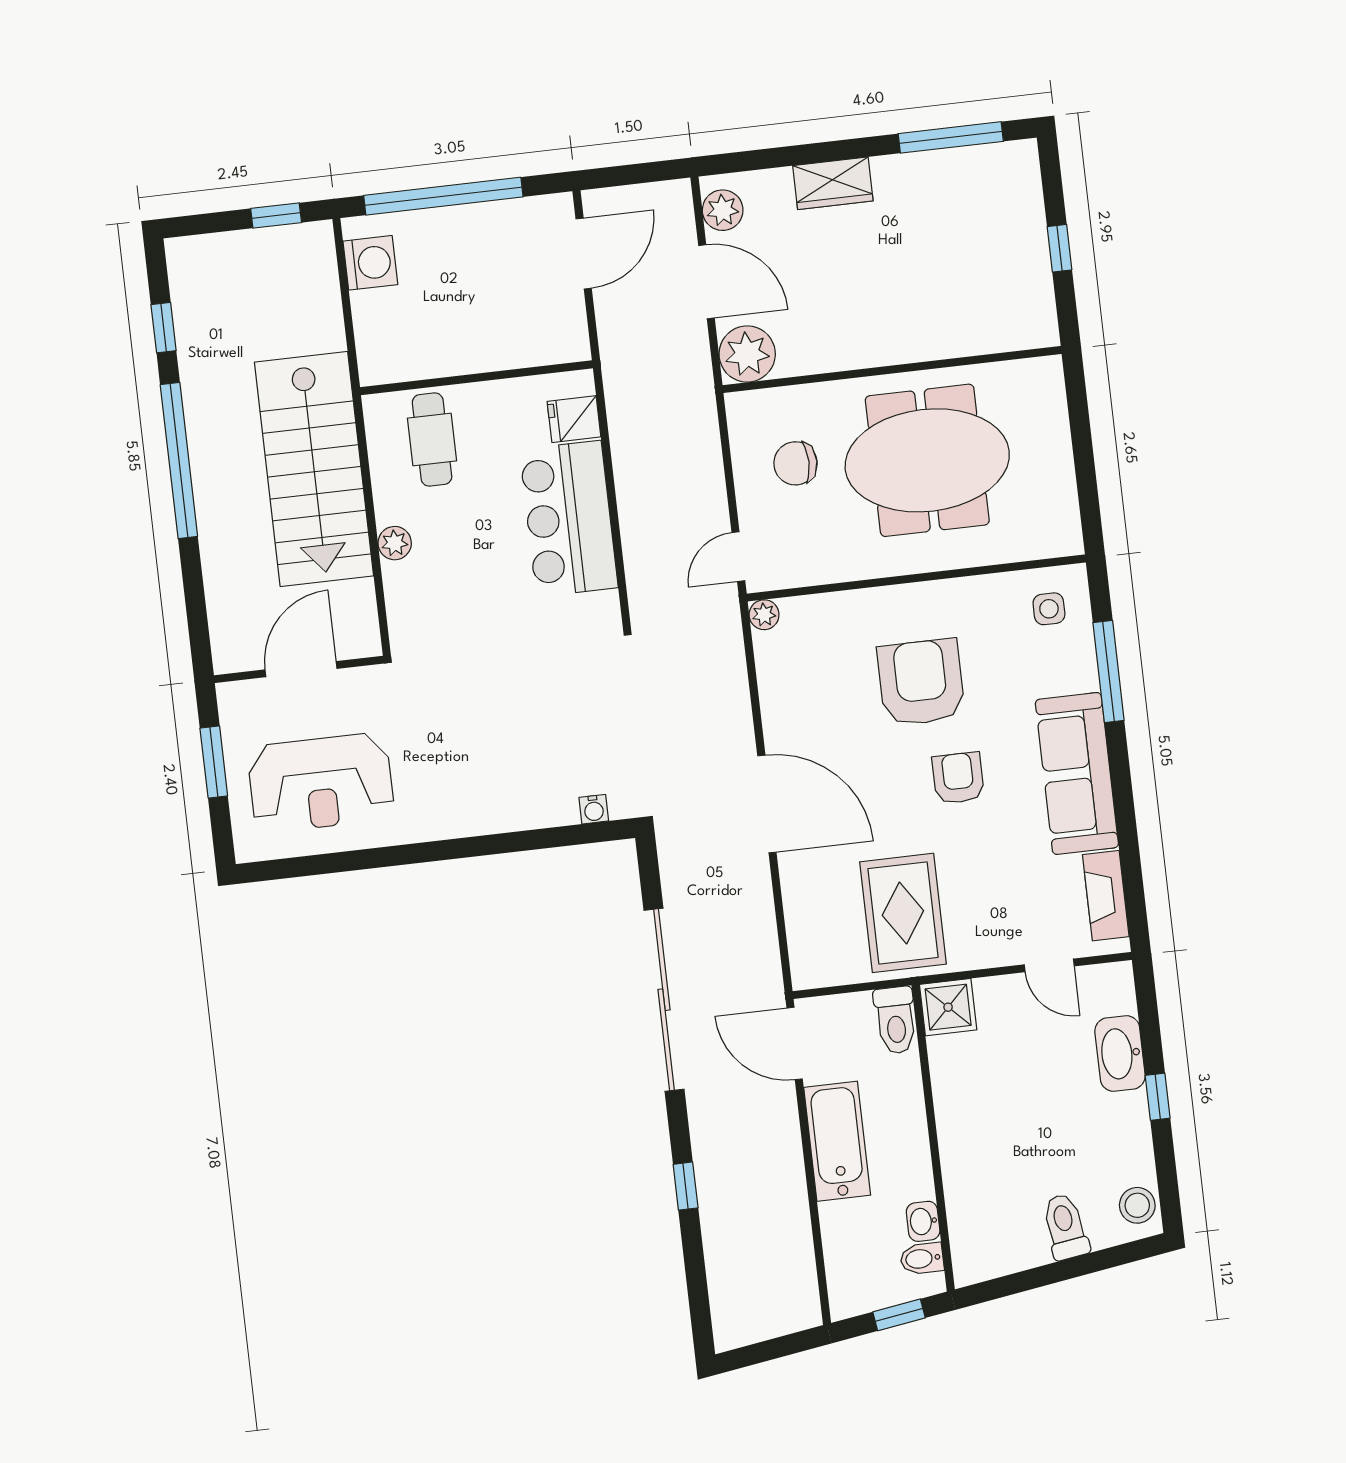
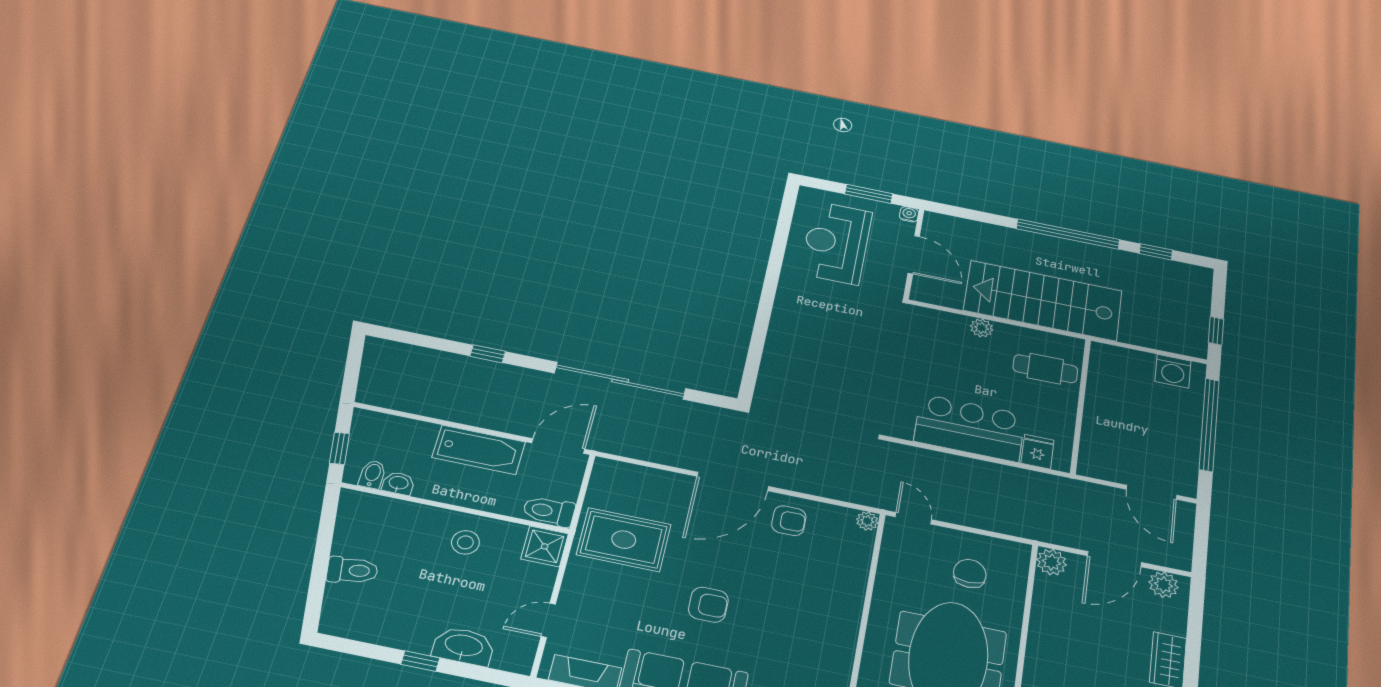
plant: (747, 354) -> (1052, 562), width x0.73, depth x0.73
armchair: (921, 682) -> (789, 521), moved, width x0.53, depth x0.53
water cooler: (594, 809) -> (909, 214), moved, turned 90
stool: (1137, 1205) -> (465, 542), moved

